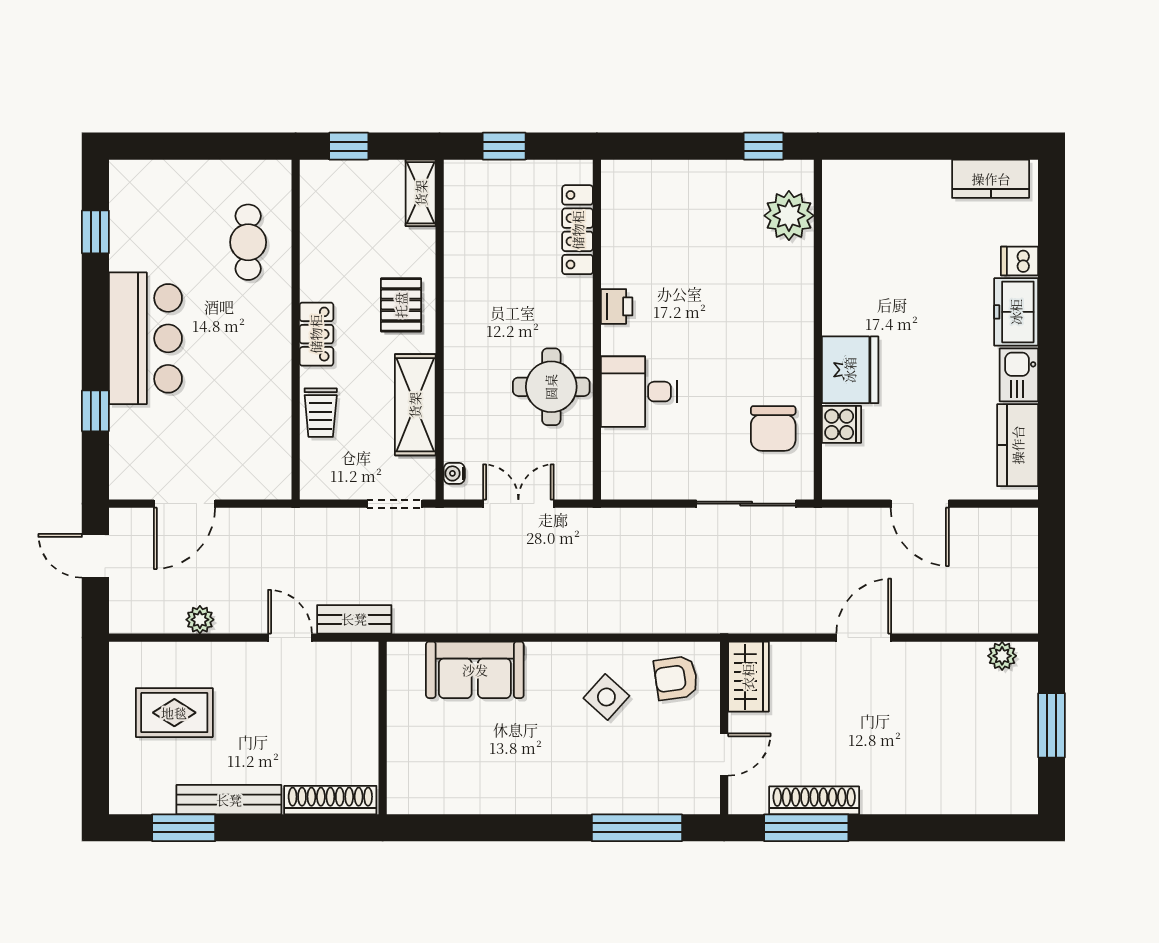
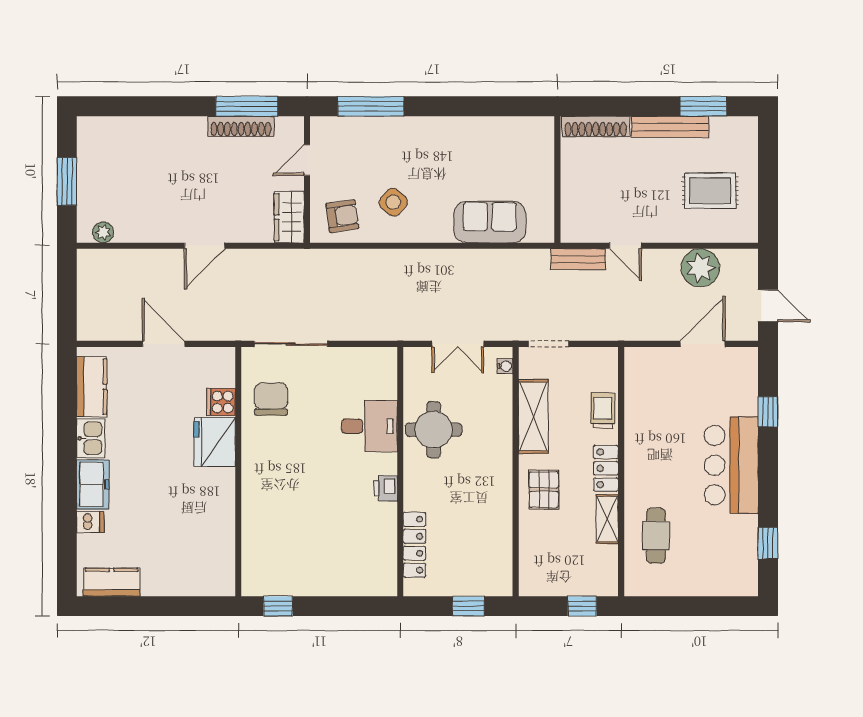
shelving: (421, 193) -> (607, 519), moved
plant: (789, 216) -> (259, 555), removed
plant: (200, 620) -> (700, 268), width x1.88, depth x1.88

